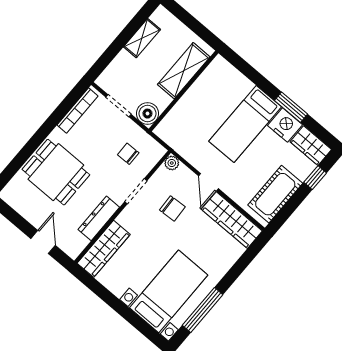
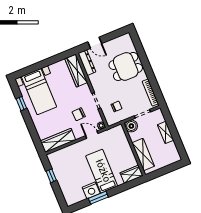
shelving: (142, 38) -> (166, 132), moved
wardrobe: (311, 146) -> (132, 174), moved
window: (315, 178) -> (51, 176), moved
door: (208, 182) -> (92, 135), moved
cot: (275, 194) -> (60, 168), removed
dresser: (99, 218) -> (87, 63), moved
window: (203, 310) -> (21, 104), width x0.46

